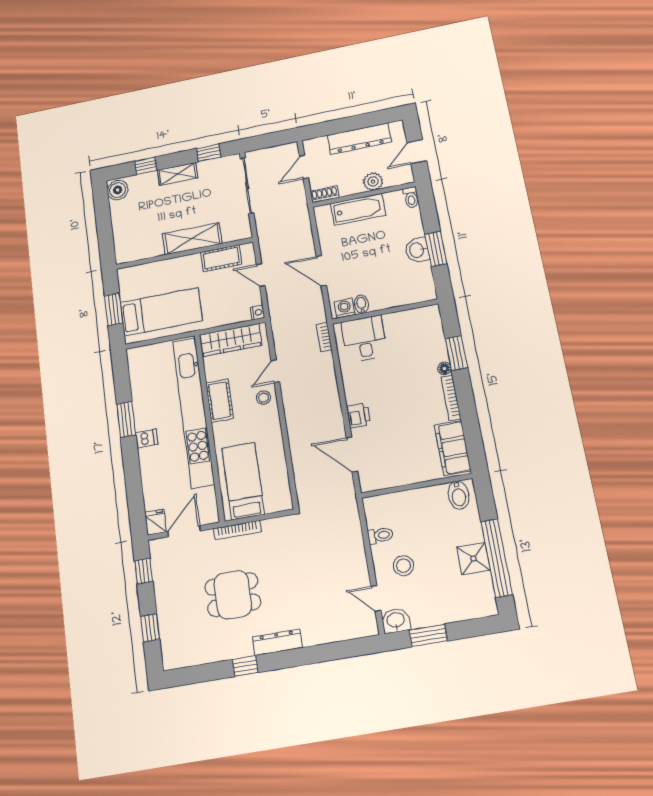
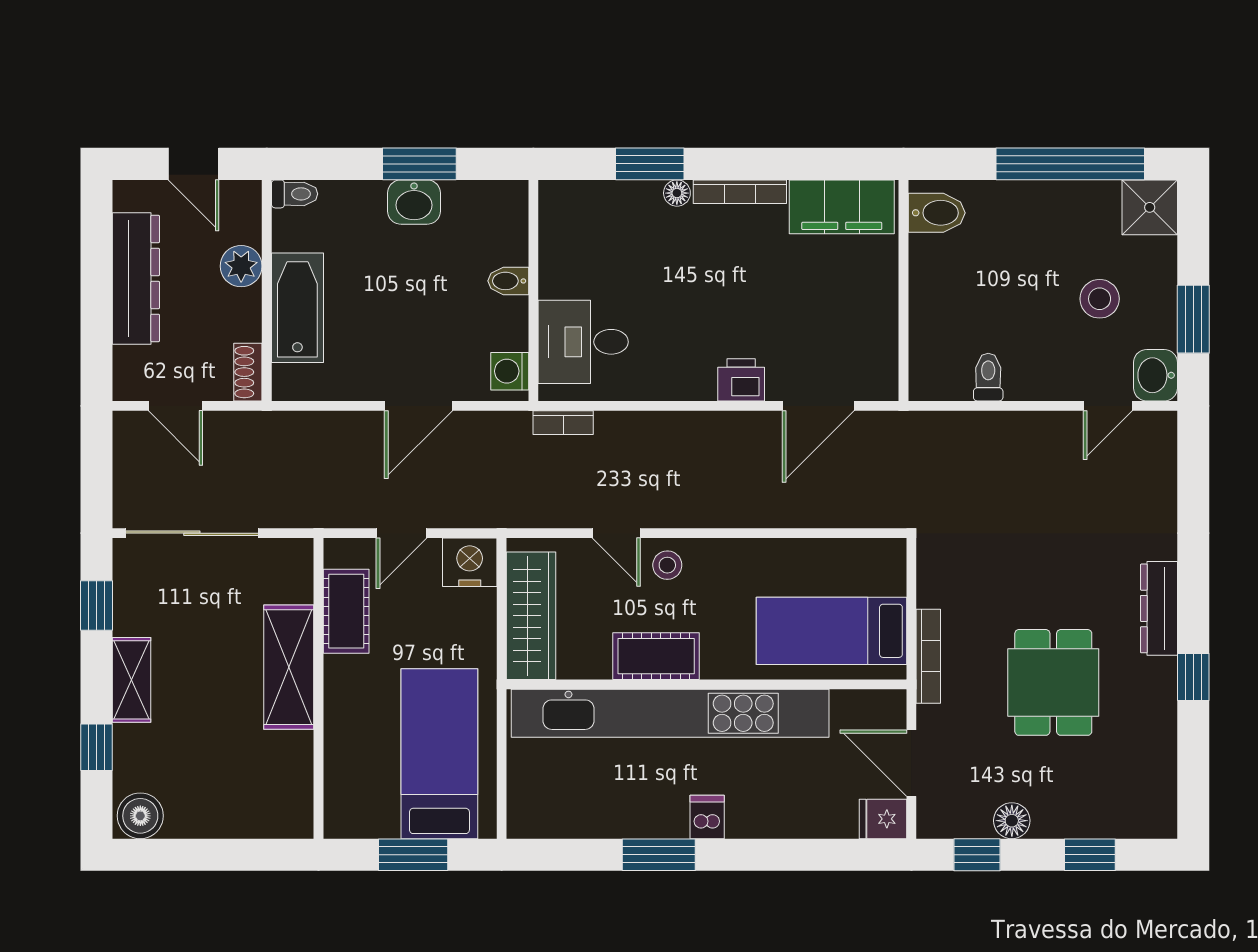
bidet: (361, 304) -> (508, 281), moved
nightstand: (257, 312) -> (470, 562), width x1.89, depth x1.79
shower: (474, 559) -> (1150, 207), moved
stool: (403, 566) -> (1100, 299), moved
floor lamp: (162, 586) -> (1012, 821), added

